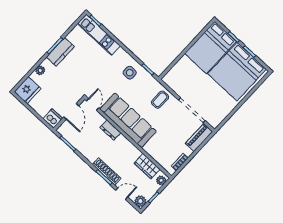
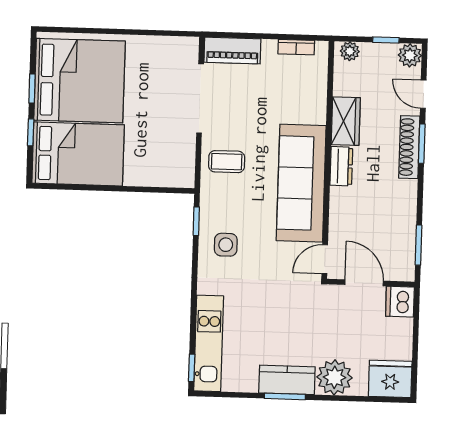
plant: (40, 70) -> (335, 377), width x1.88, depth x1.88
door: (71, 111) -> (364, 283), hinge flipped
dresser: (110, 130) -> (341, 166), moved
wardrobe: (147, 166) -> (346, 121), moved

